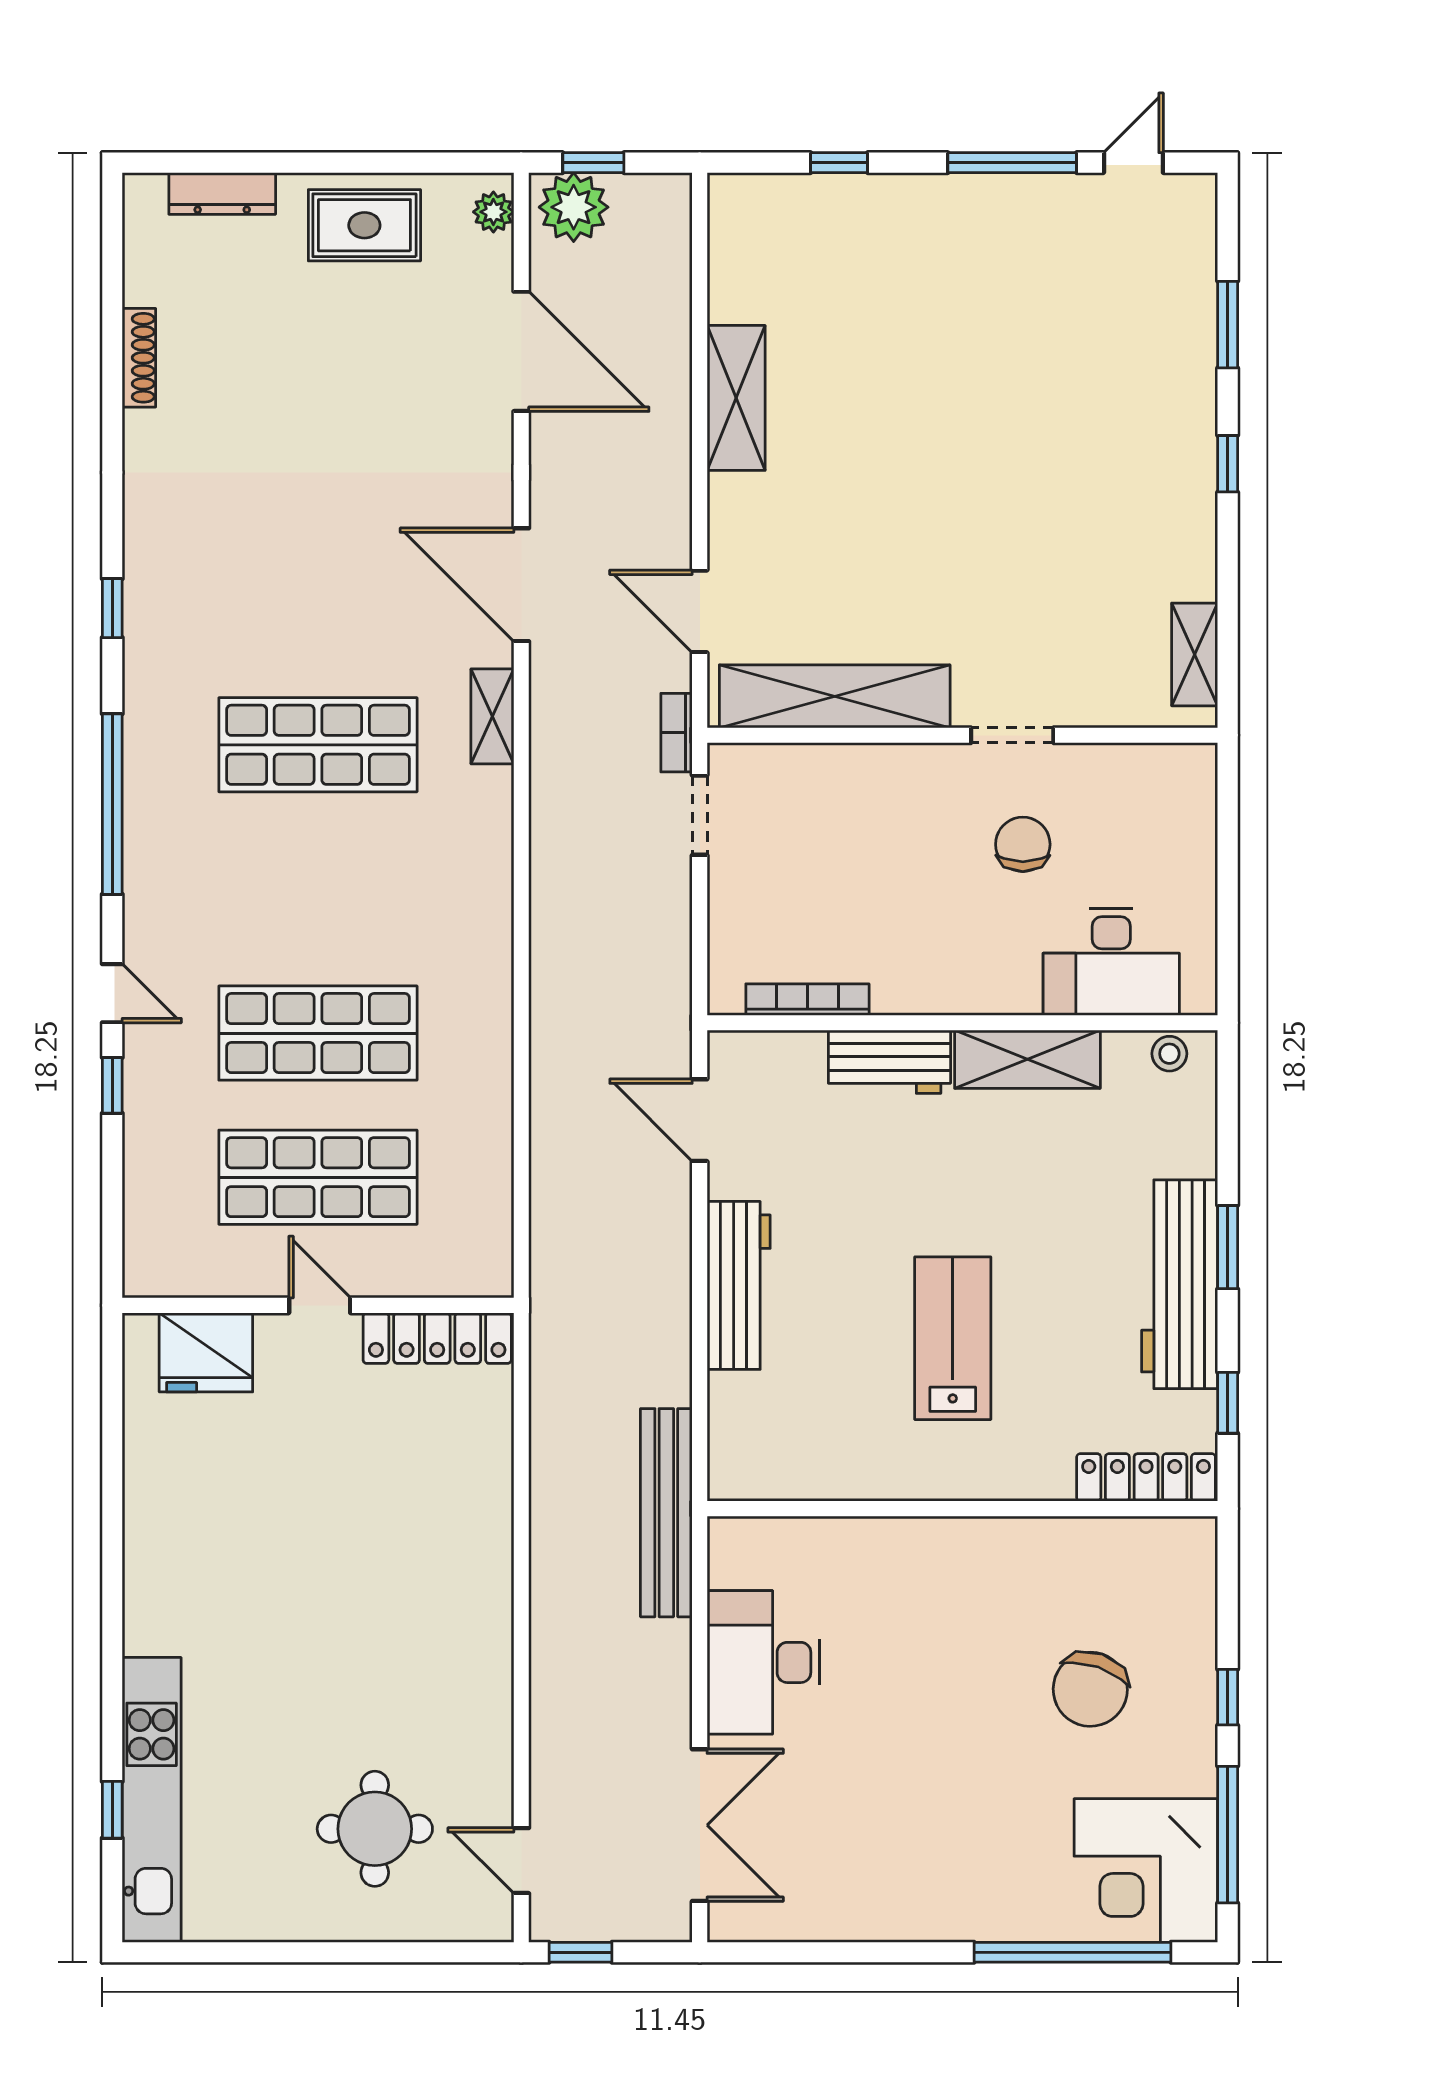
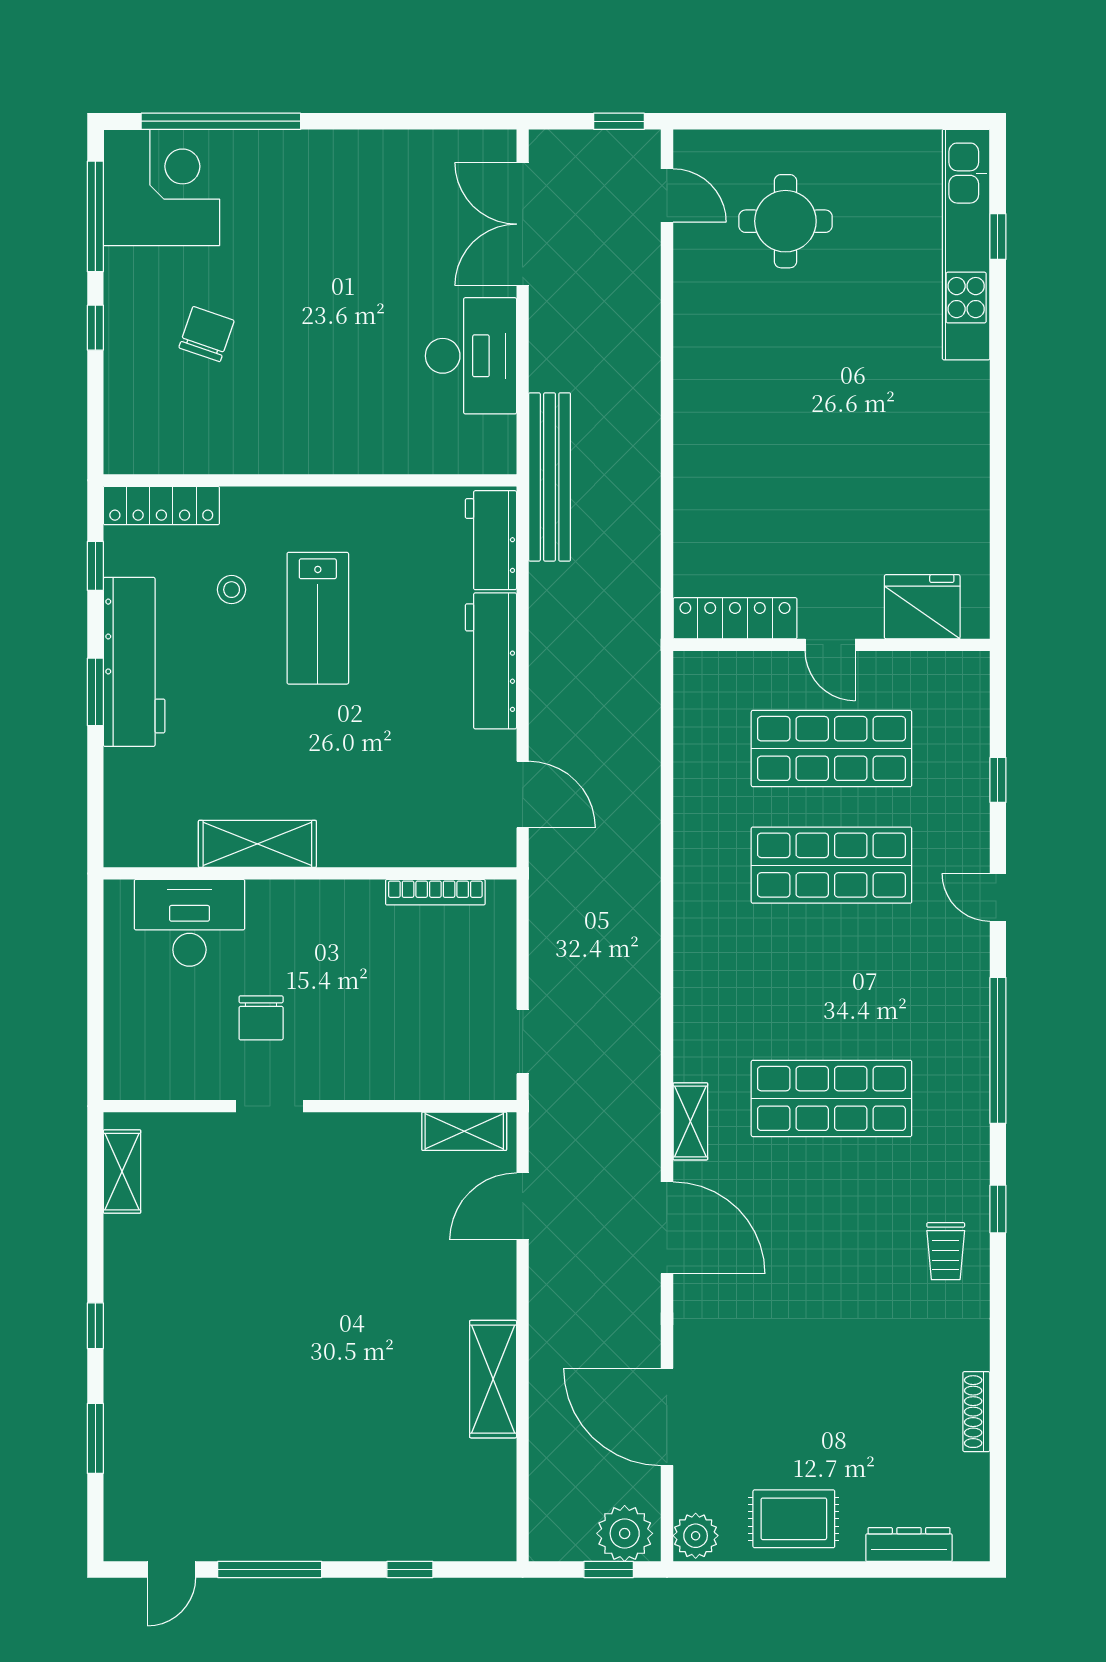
plant: (493, 212) -> (696, 1536), width x1.38, depth x1.38
trolley: (177, 556) -> (946, 1251), added
door: (700, 611) -> (523, 1206), swing flipped
shelving: (835, 696) -> (464, 1131), width x0.45, depth x0.75
bookcase: (677, 733) -> (541, 1108), removed
stool: (1169, 1054) -> (232, 590), moved
workbench: (889, 1062) -> (491, 540), moved, turned -90
window: (112, 1085) -> (998, 780), moved
chair: (1090, 1689) -> (206, 334), width x0.73, depth x0.73

